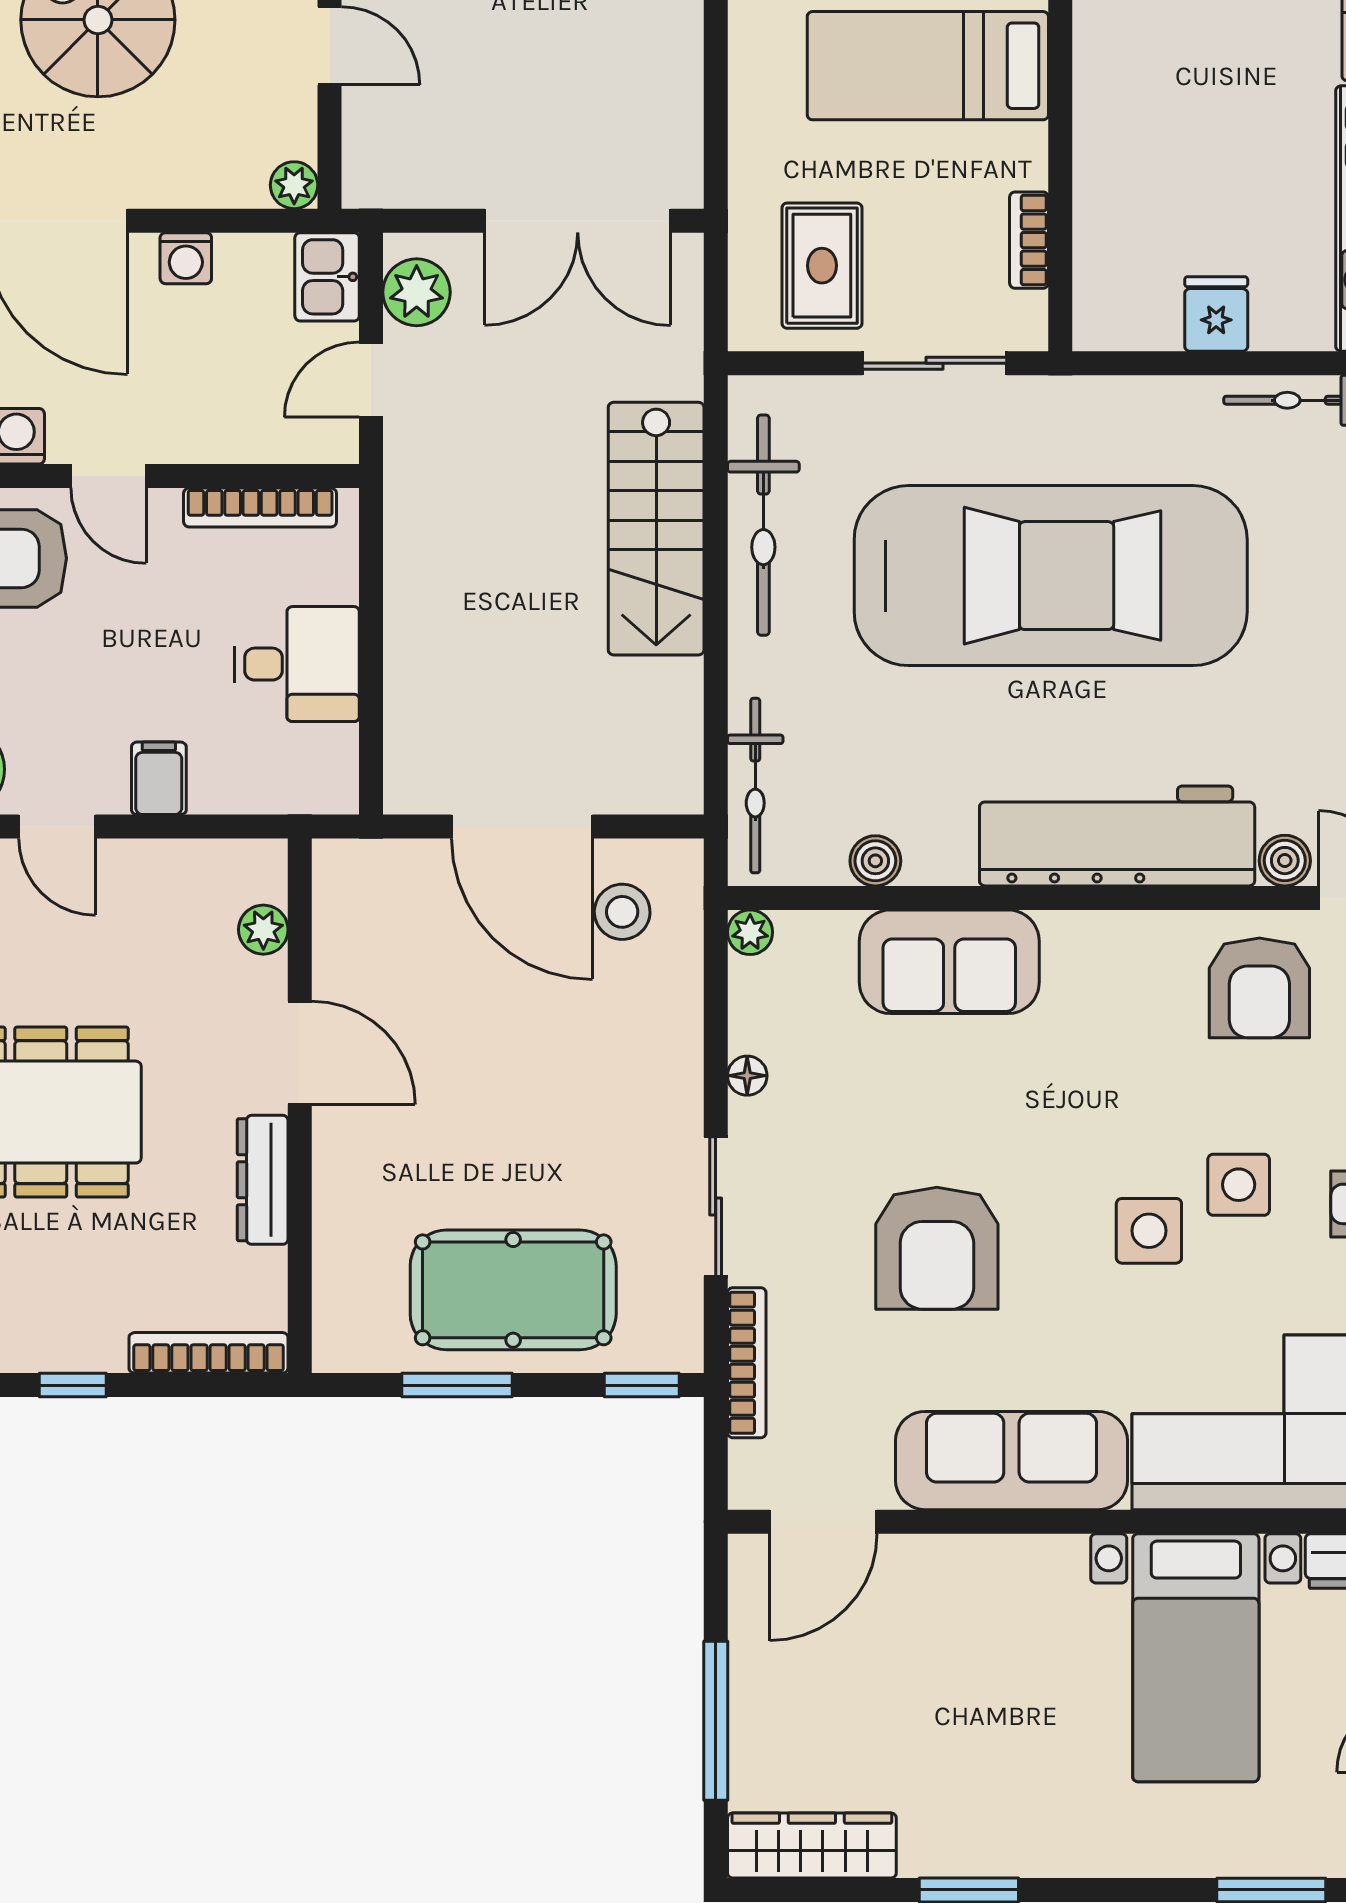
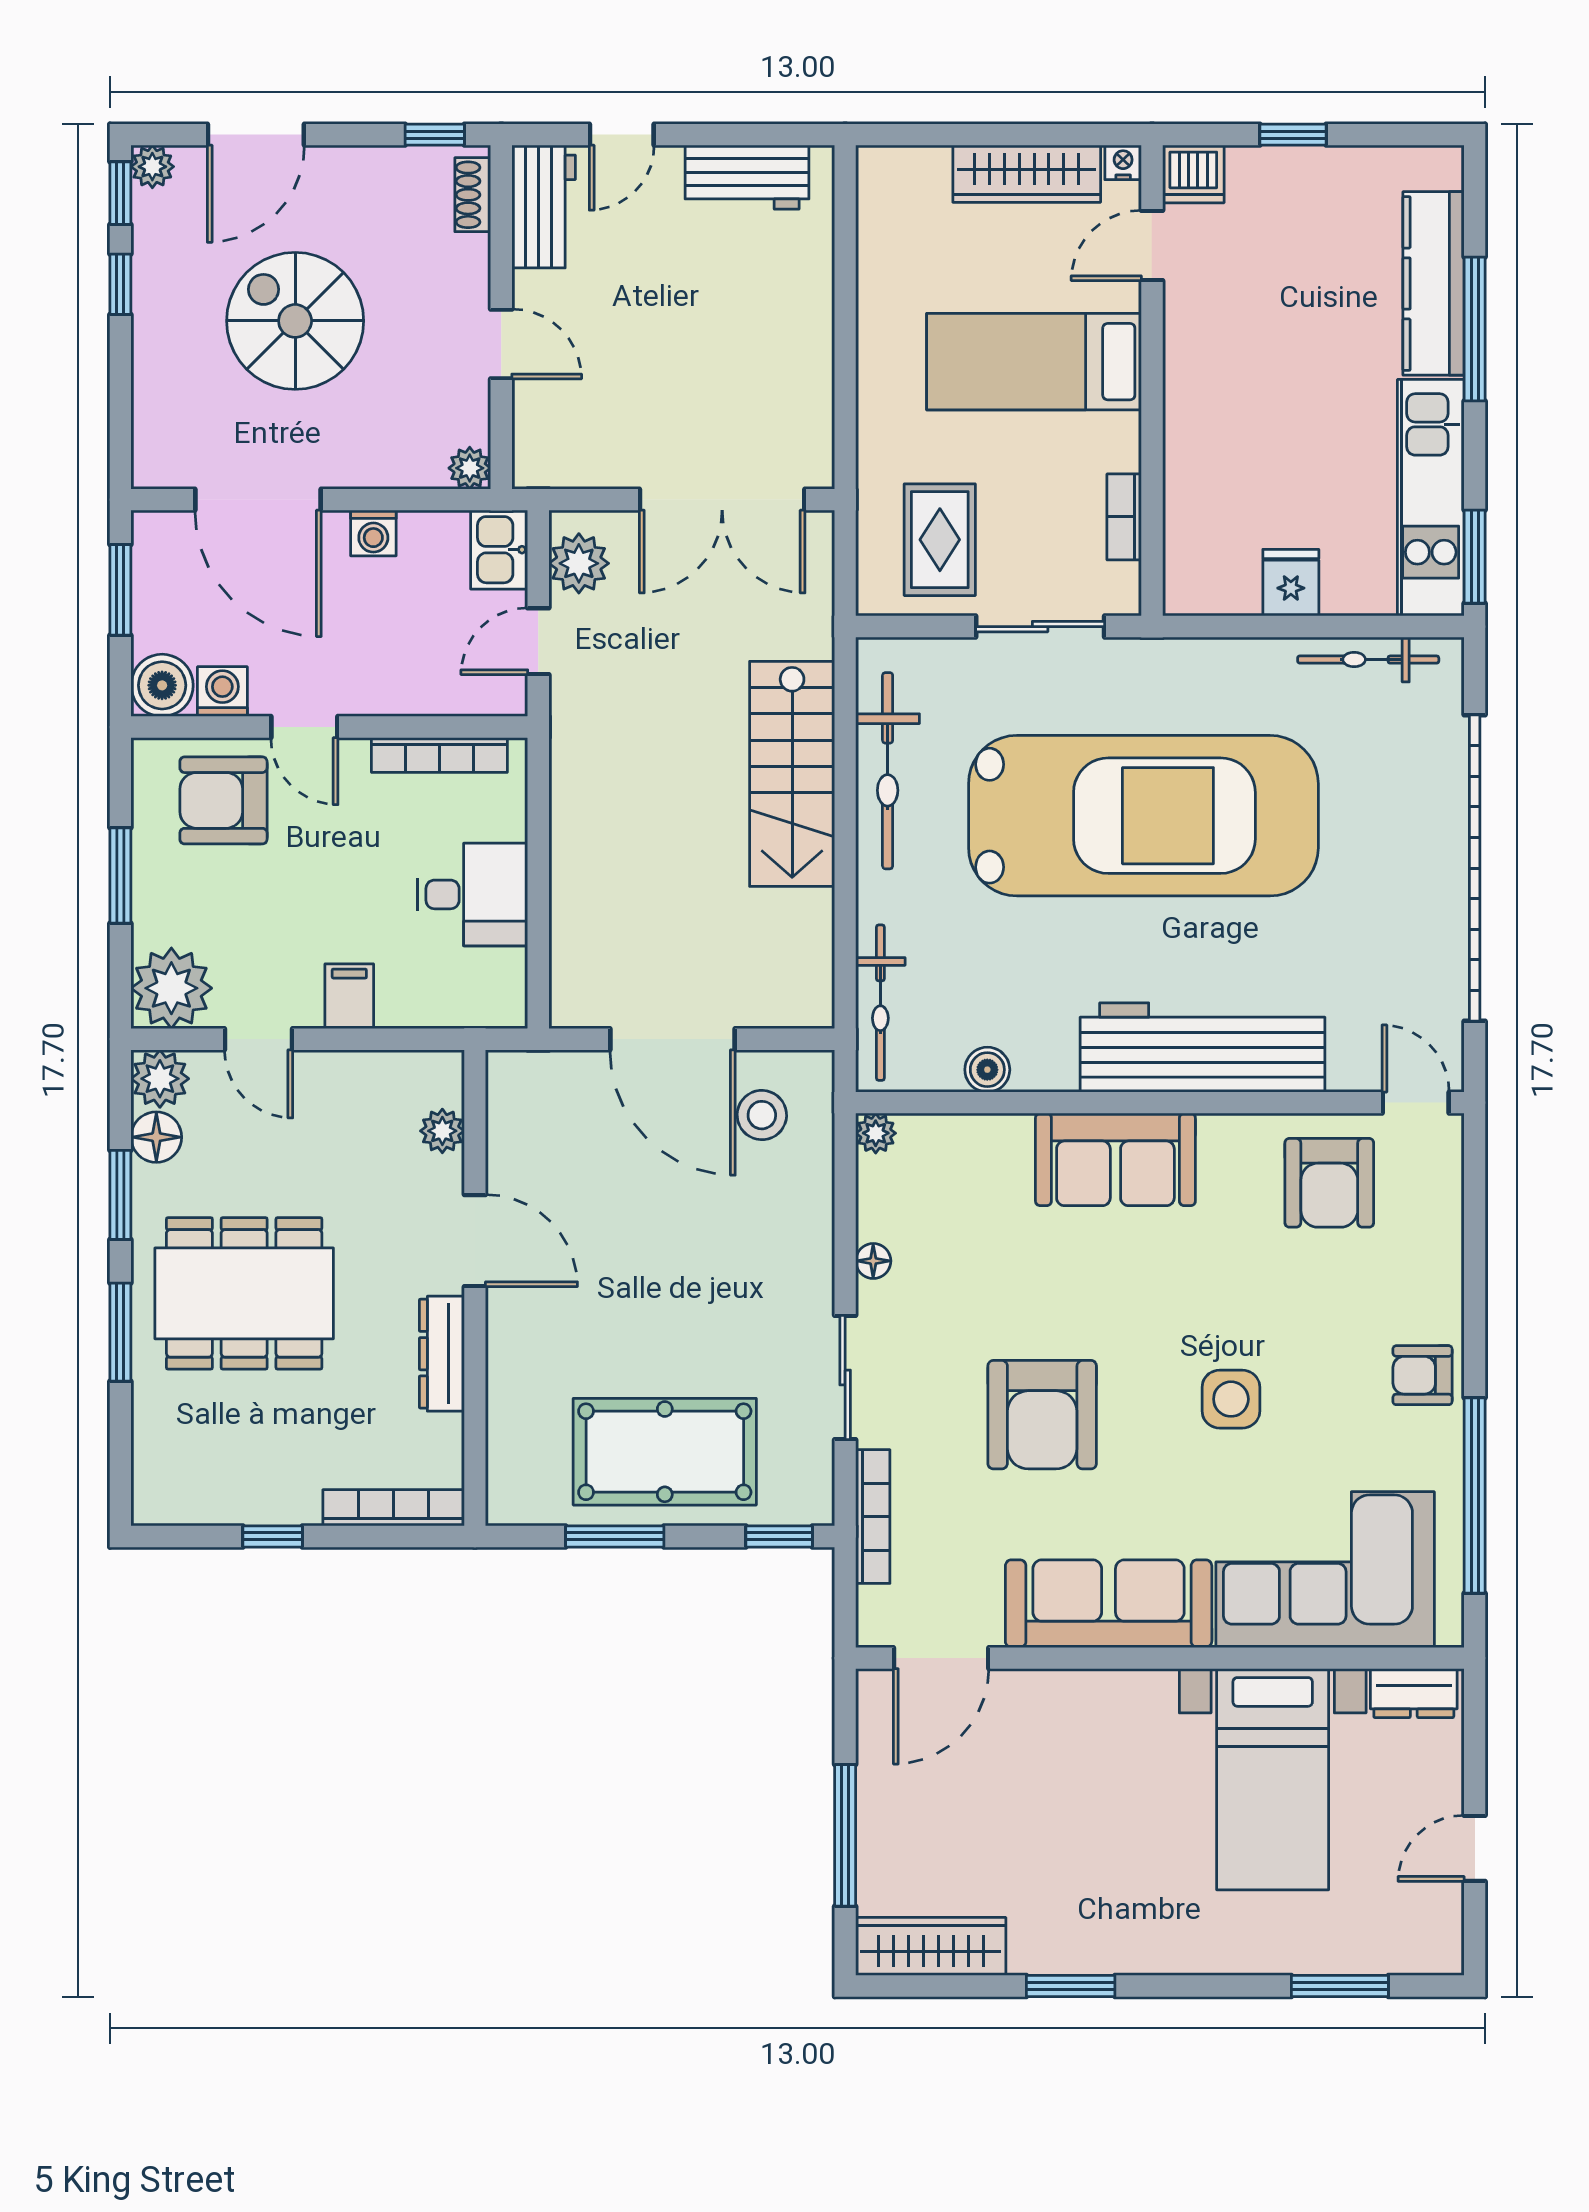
boiler: (1285, 861) -> (1352, 1069), removed
sofa: (949, 962) -> (1115, 1159), moved
side table: (1239, 1185) -> (1311, 1358), removed

